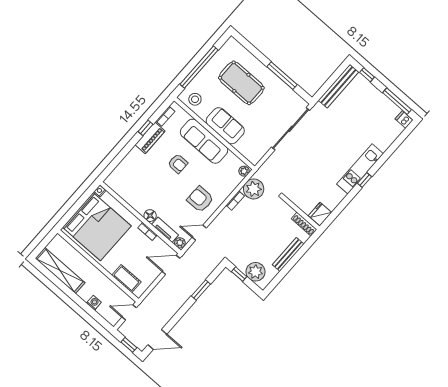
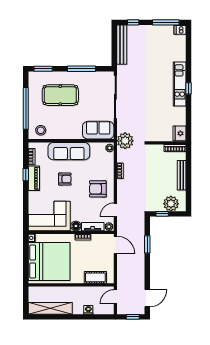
window: (247, 45) -> (43, 69), added
sofa: (225, 126) -> (98, 130), moved
corner sofa: (134, 185) -> (49, 216), added
plant: (254, 189) -> (125, 141), moved
door: (171, 265) -> (115, 245), swing flipped

